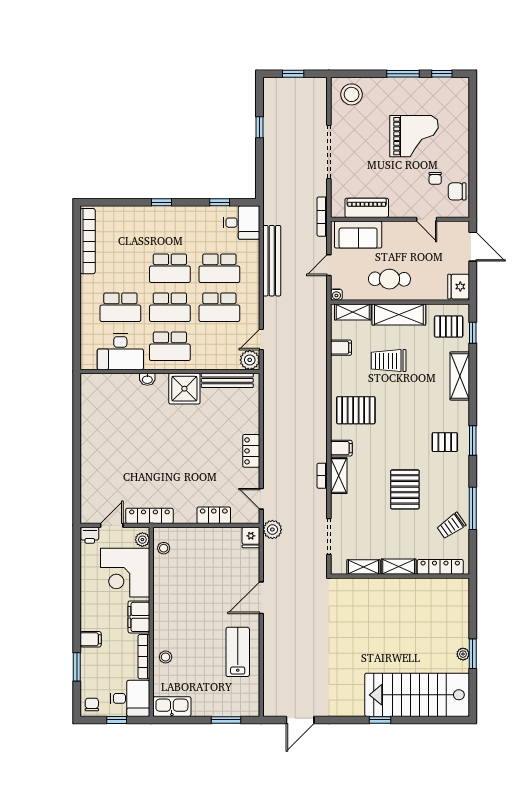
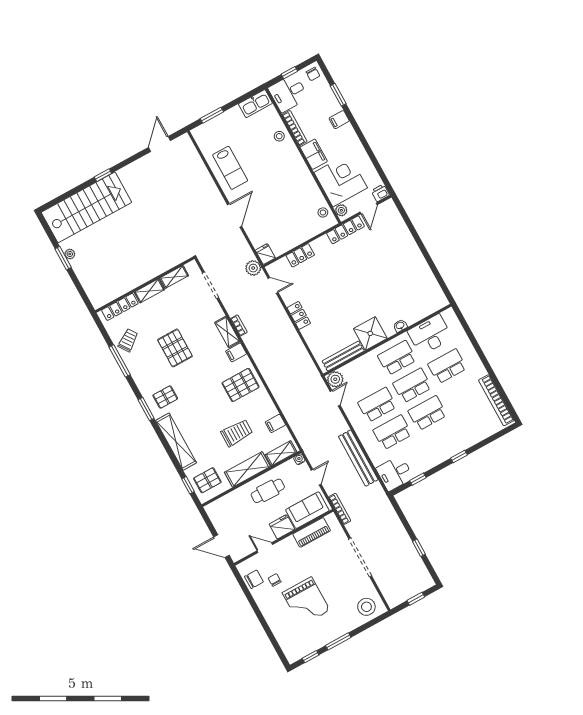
grand piano: (414, 136) -> (306, 602), turned -90
fridge: (459, 287) -> (282, 527), moved, turned -90
shelving: (460, 376) -> (176, 442), width x1.47

